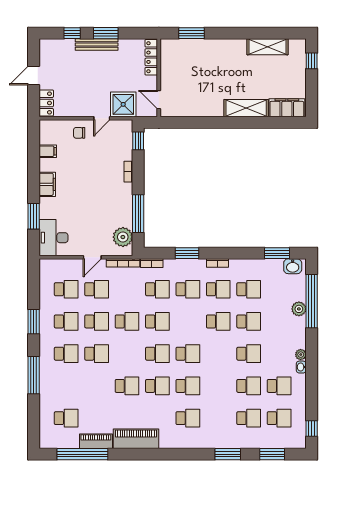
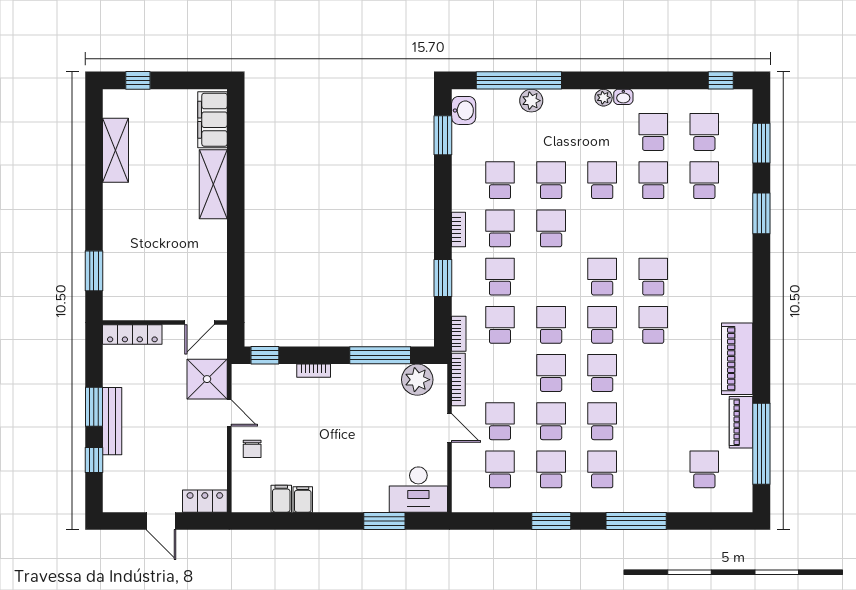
filing cabinet: (47, 184) -> (303, 499), moved, width x0.50
school desk: (127, 386) -> (602, 373), moved
school desk: (188, 418) -> (704, 277), removed

